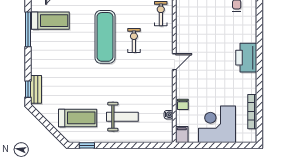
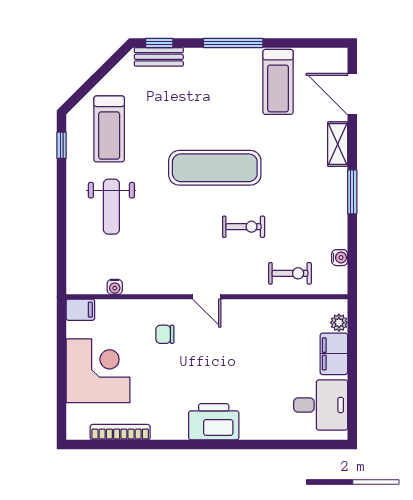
window: (28, 29) -> (233, 43), moved
exercise mat: (105, 37) -> (215, 168), moved
chair: (183, 104) -> (165, 334), moved

